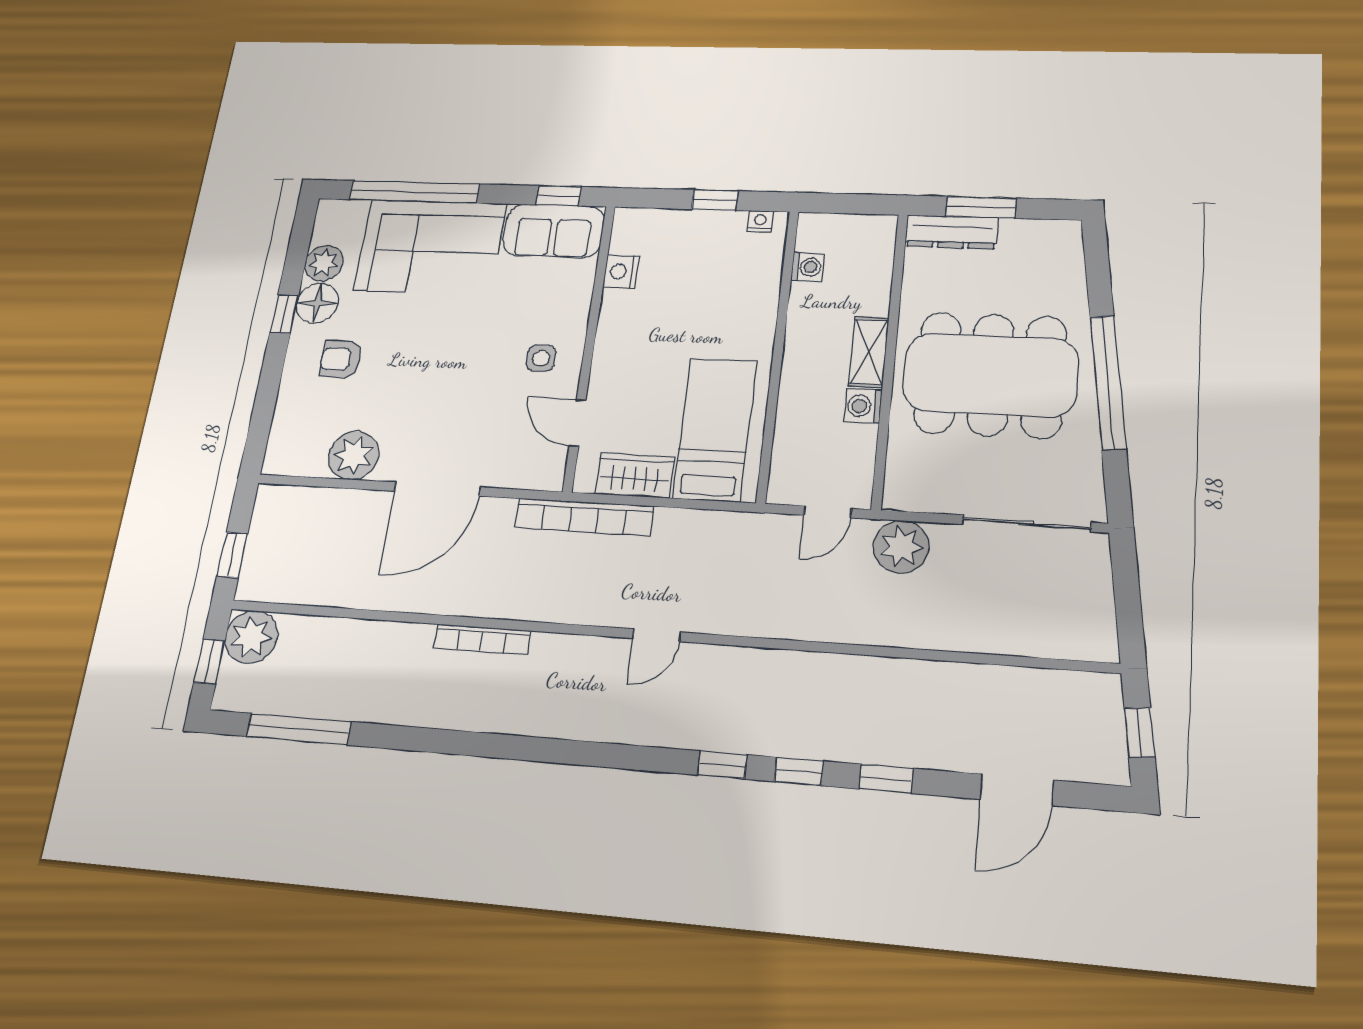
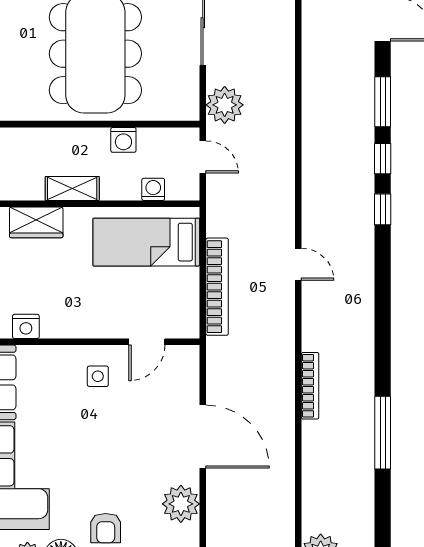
washing machine: (808, 267) -> (153, 189), moved
shelving: (869, 352) -> (72, 188), moved
wardrobe: (635, 475) -> (36, 222), moved, turned -90
bookcase: (584, 517) -> (217, 287), moved
window: (299, 729) -> (383, 433), moved
window: (886, 779) -> (383, 102), width x1.50

